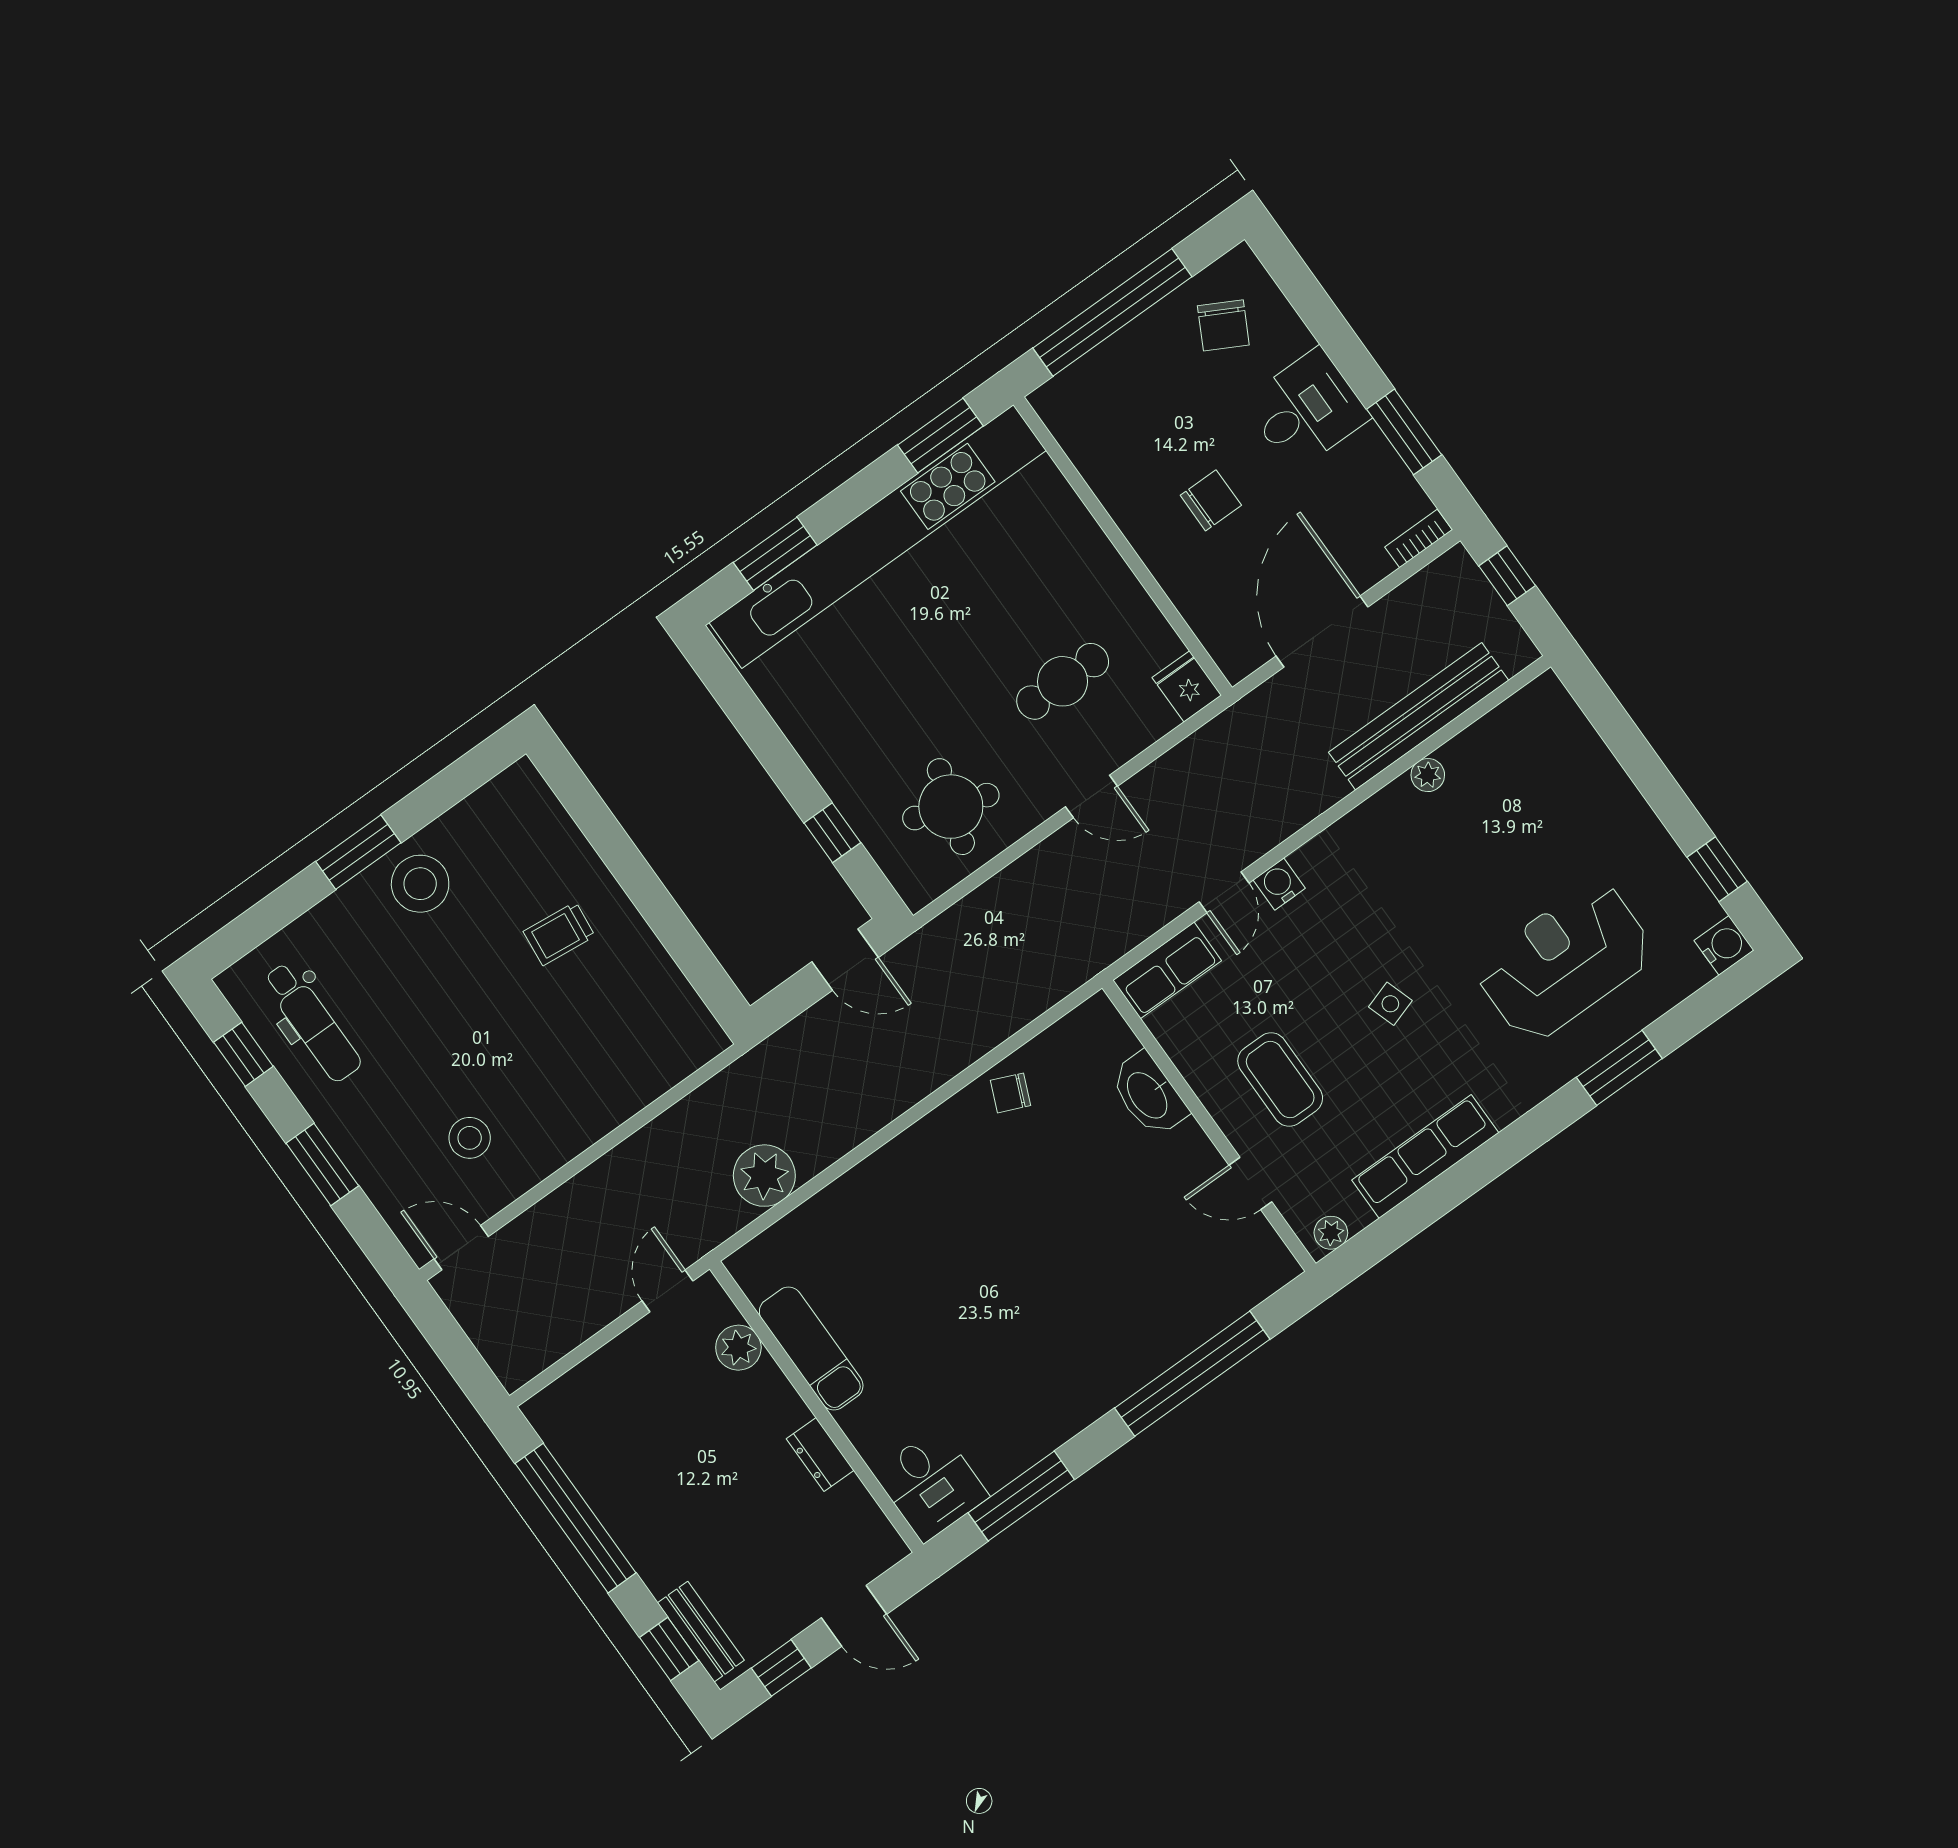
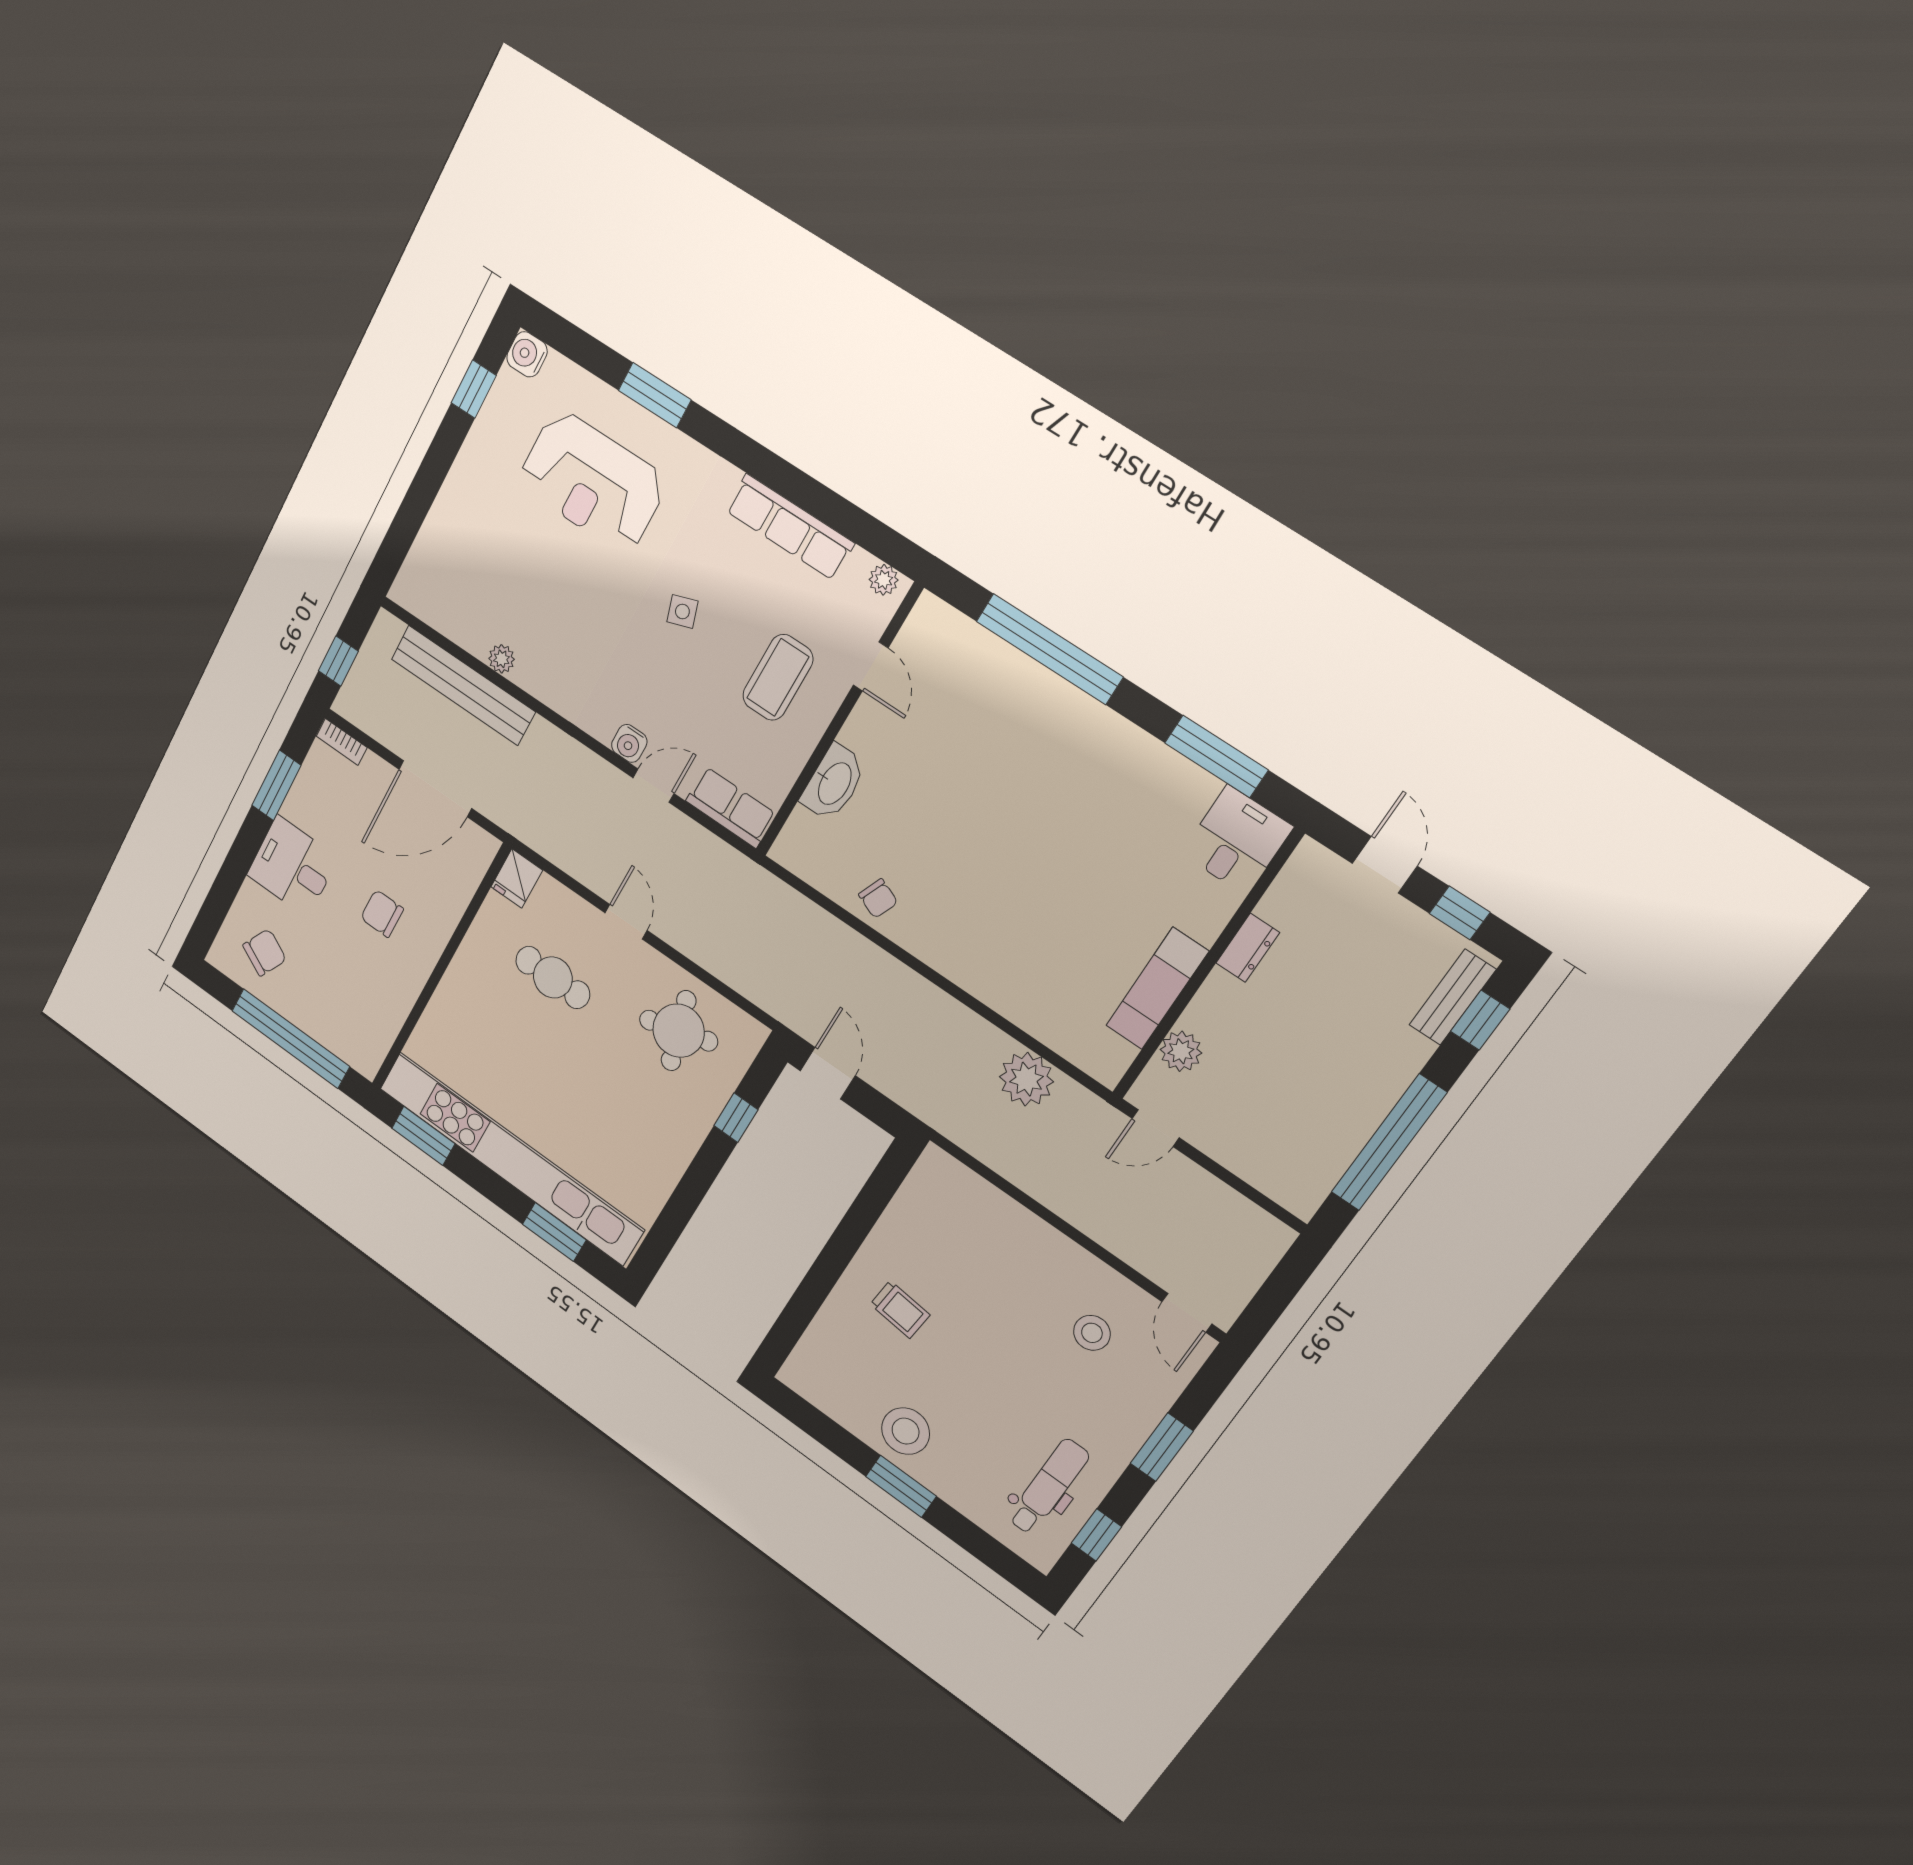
round table: (951, 807) -> (679, 1031), turned -34

